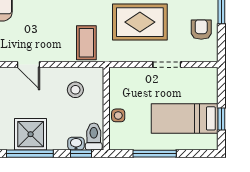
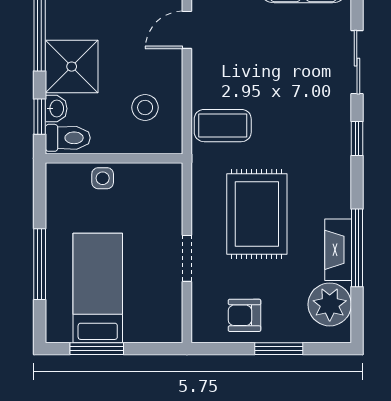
armchair: (201, 30) -> (244, 315), turned 180
window: (221, 119) -> (97, 349), width x1.50
shower: (31, 134) -> (72, 67), moved
window: (155, 154) -> (40, 264), moved

